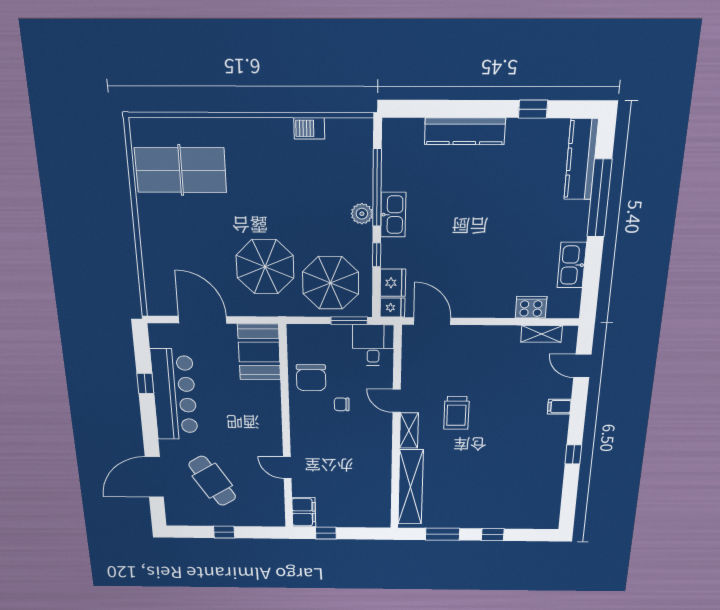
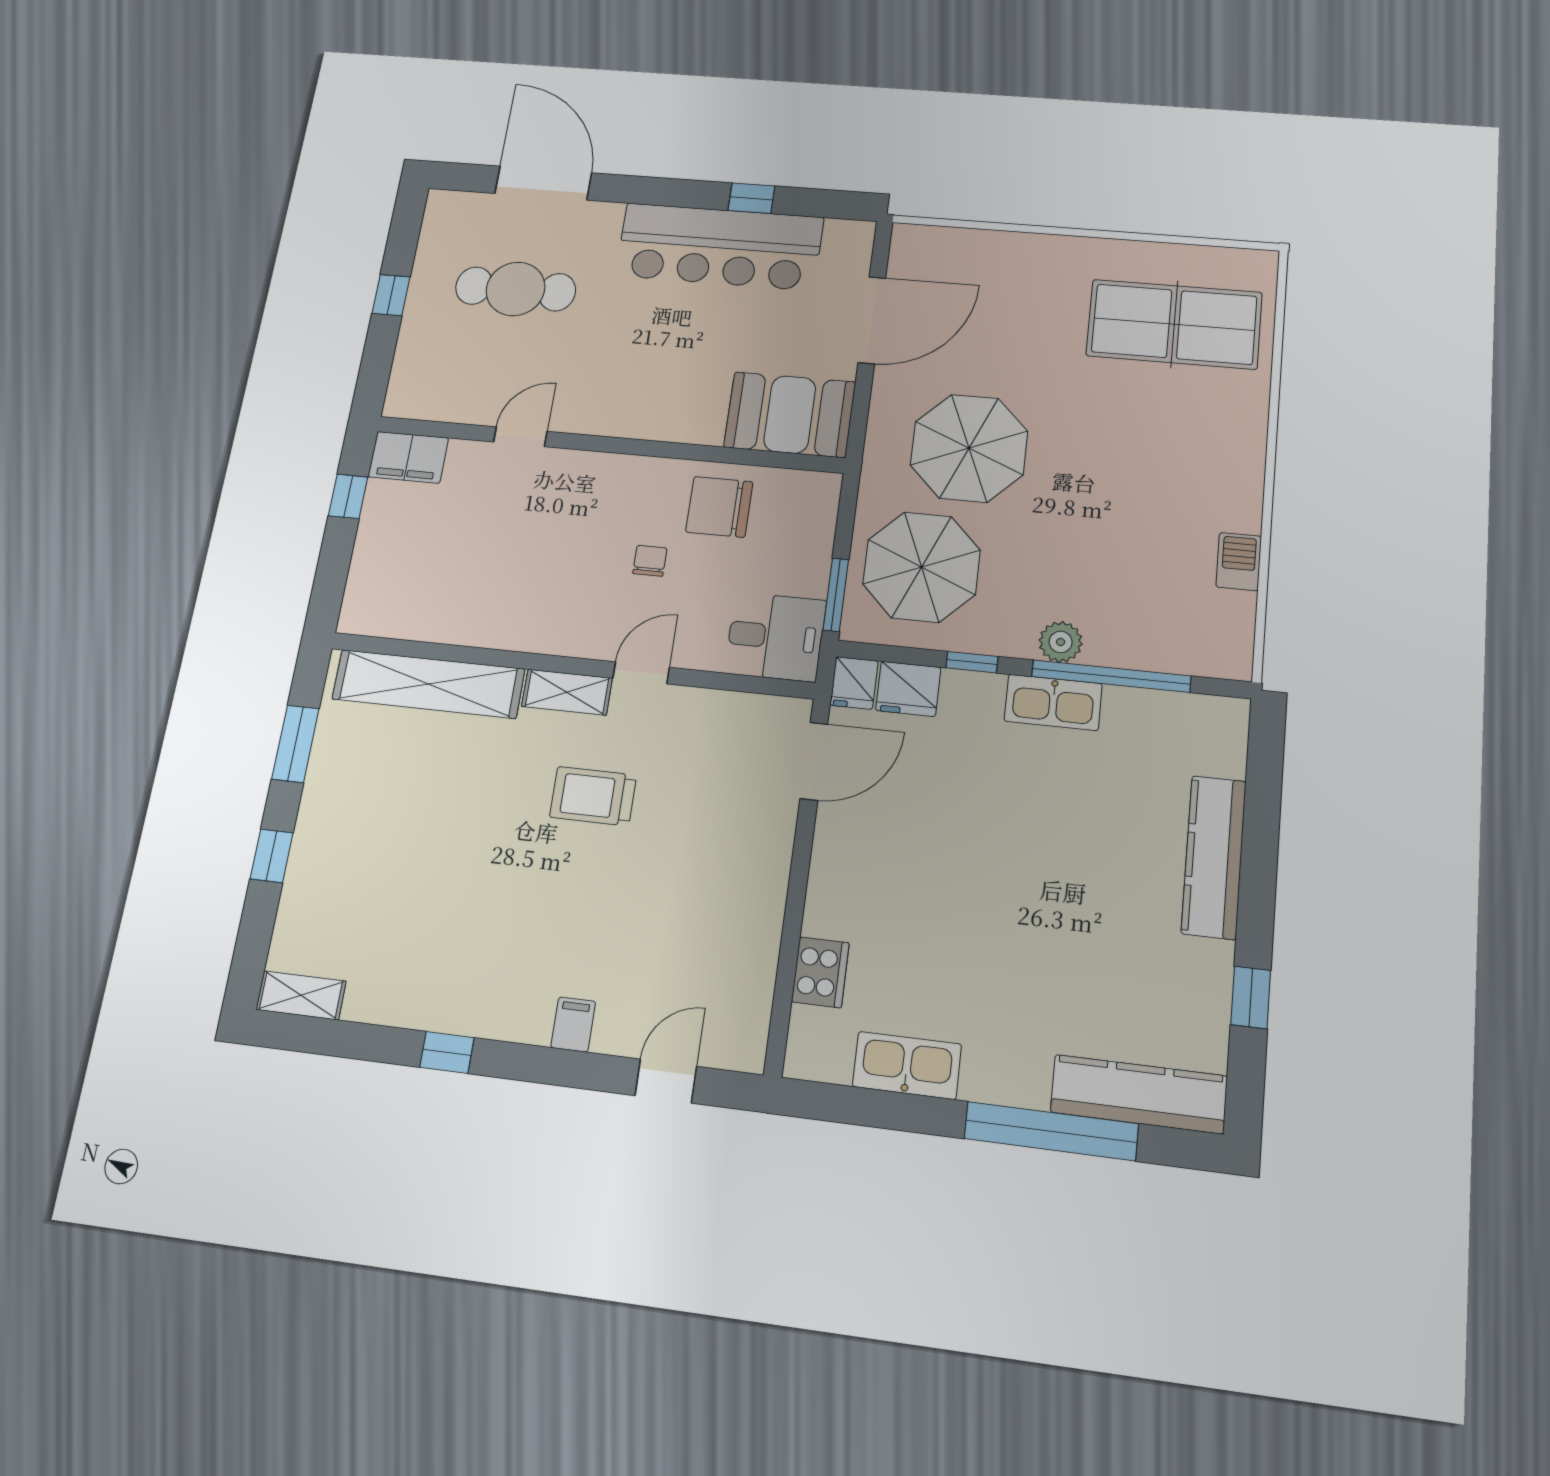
table tennis table: (181, 170) -> (1174, 324), turned 90
shelving: (541, 334) -> (301, 995), moved, turned 90
cafe table: (212, 481) -> (515, 289), turned 32

